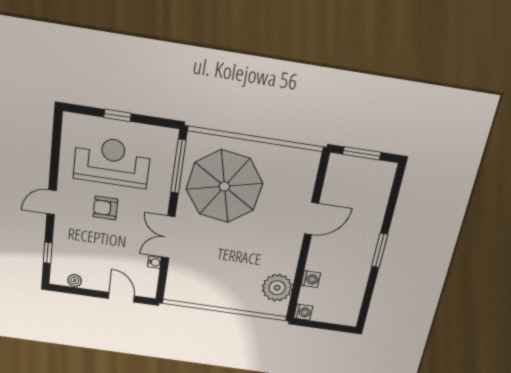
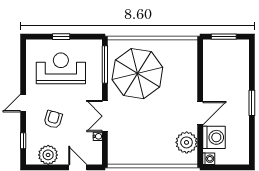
armchair: (105, 208) -> (53, 119), moved, turned 106
door: (312, 219) -> (200, 113), moved
washing machine: (311, 279) -> (214, 137), width x1.89, depth x1.89
plant: (75, 281) -> (48, 155), width x1.88, depth x1.88

